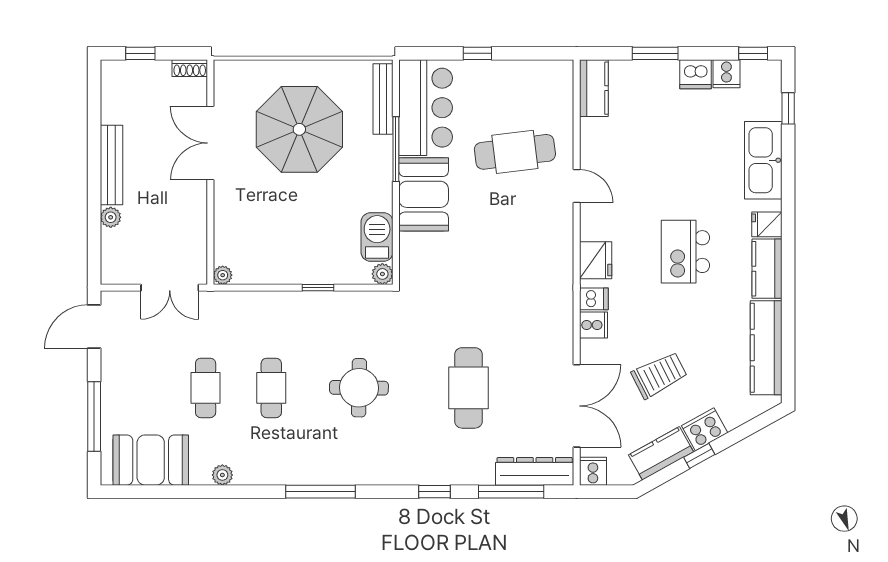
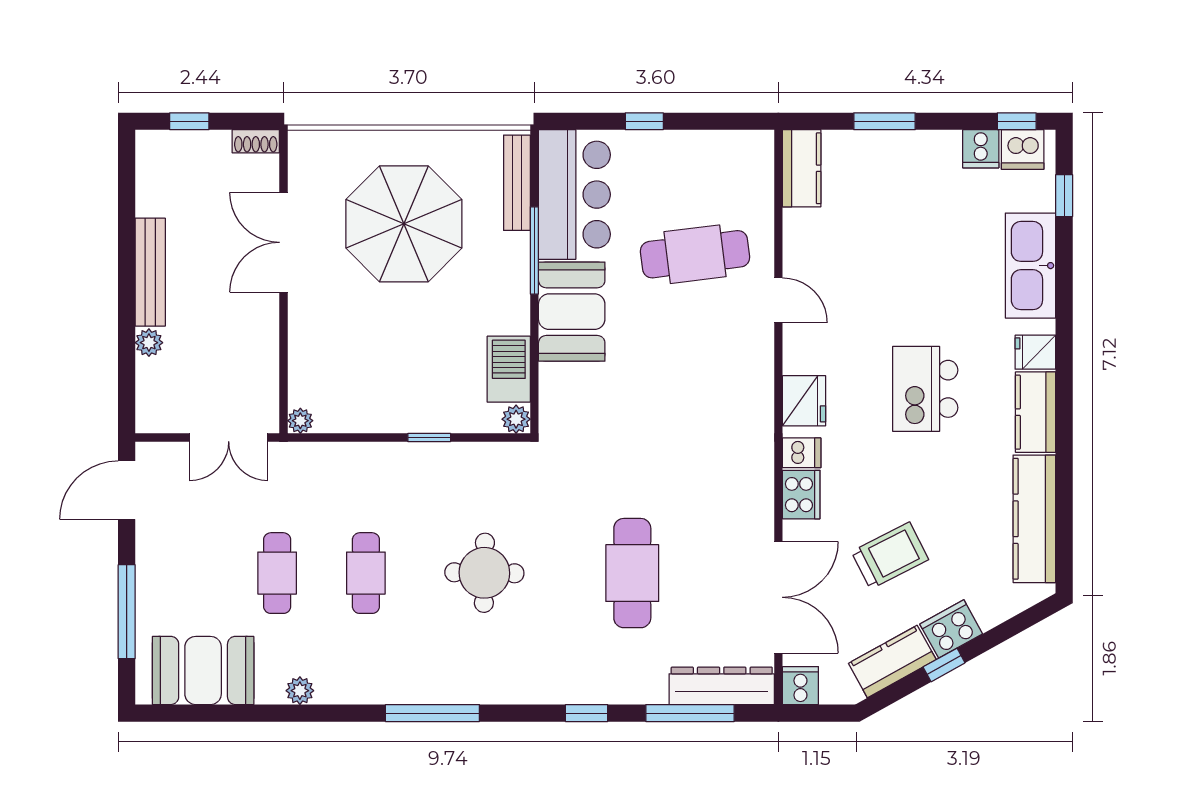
dishwasher: (695, 74) -> (1023, 150), moved
cooker: (594, 325) -> (801, 495), width x1.36

